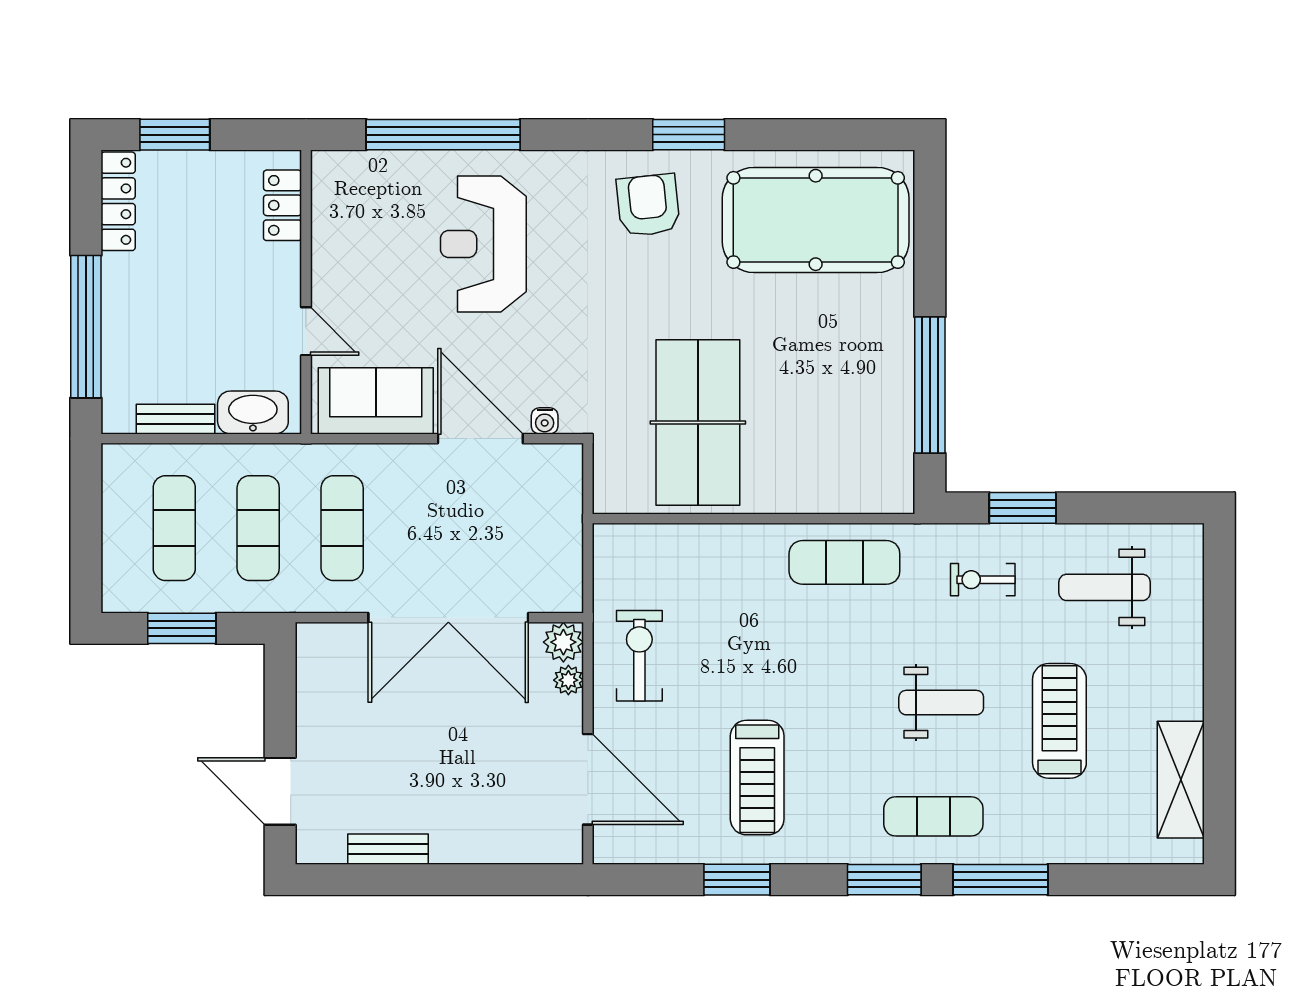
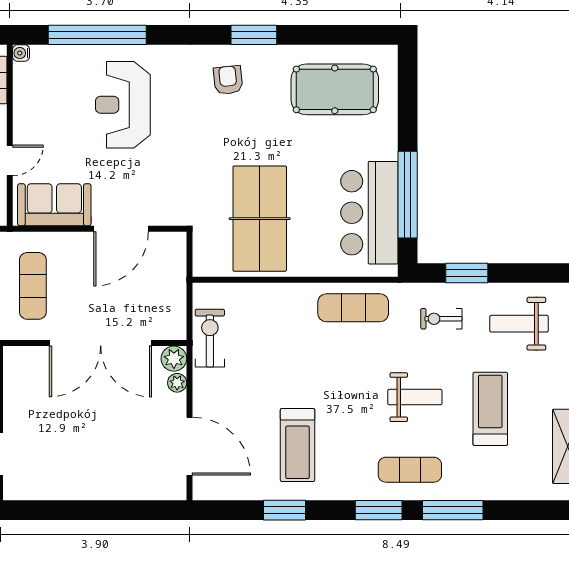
armchair: (648, 205) -> (228, 80), width x0.72, depth x0.72
pool table: (816, 220) -> (335, 89), width x0.73, depth x0.76
door: (306, 331) -> (10, 160), hinge flipped
bar counter: (870, 413) -> (369, 213), added
water cooler: (545, 421) -> (21, 53), moved, turned 90
door: (480, 439) -> (121, 229), swing flipped
exercise bike: (639, 656) -> (210, 338), moved
bench: (388, 849) -> (62, 491), removed

